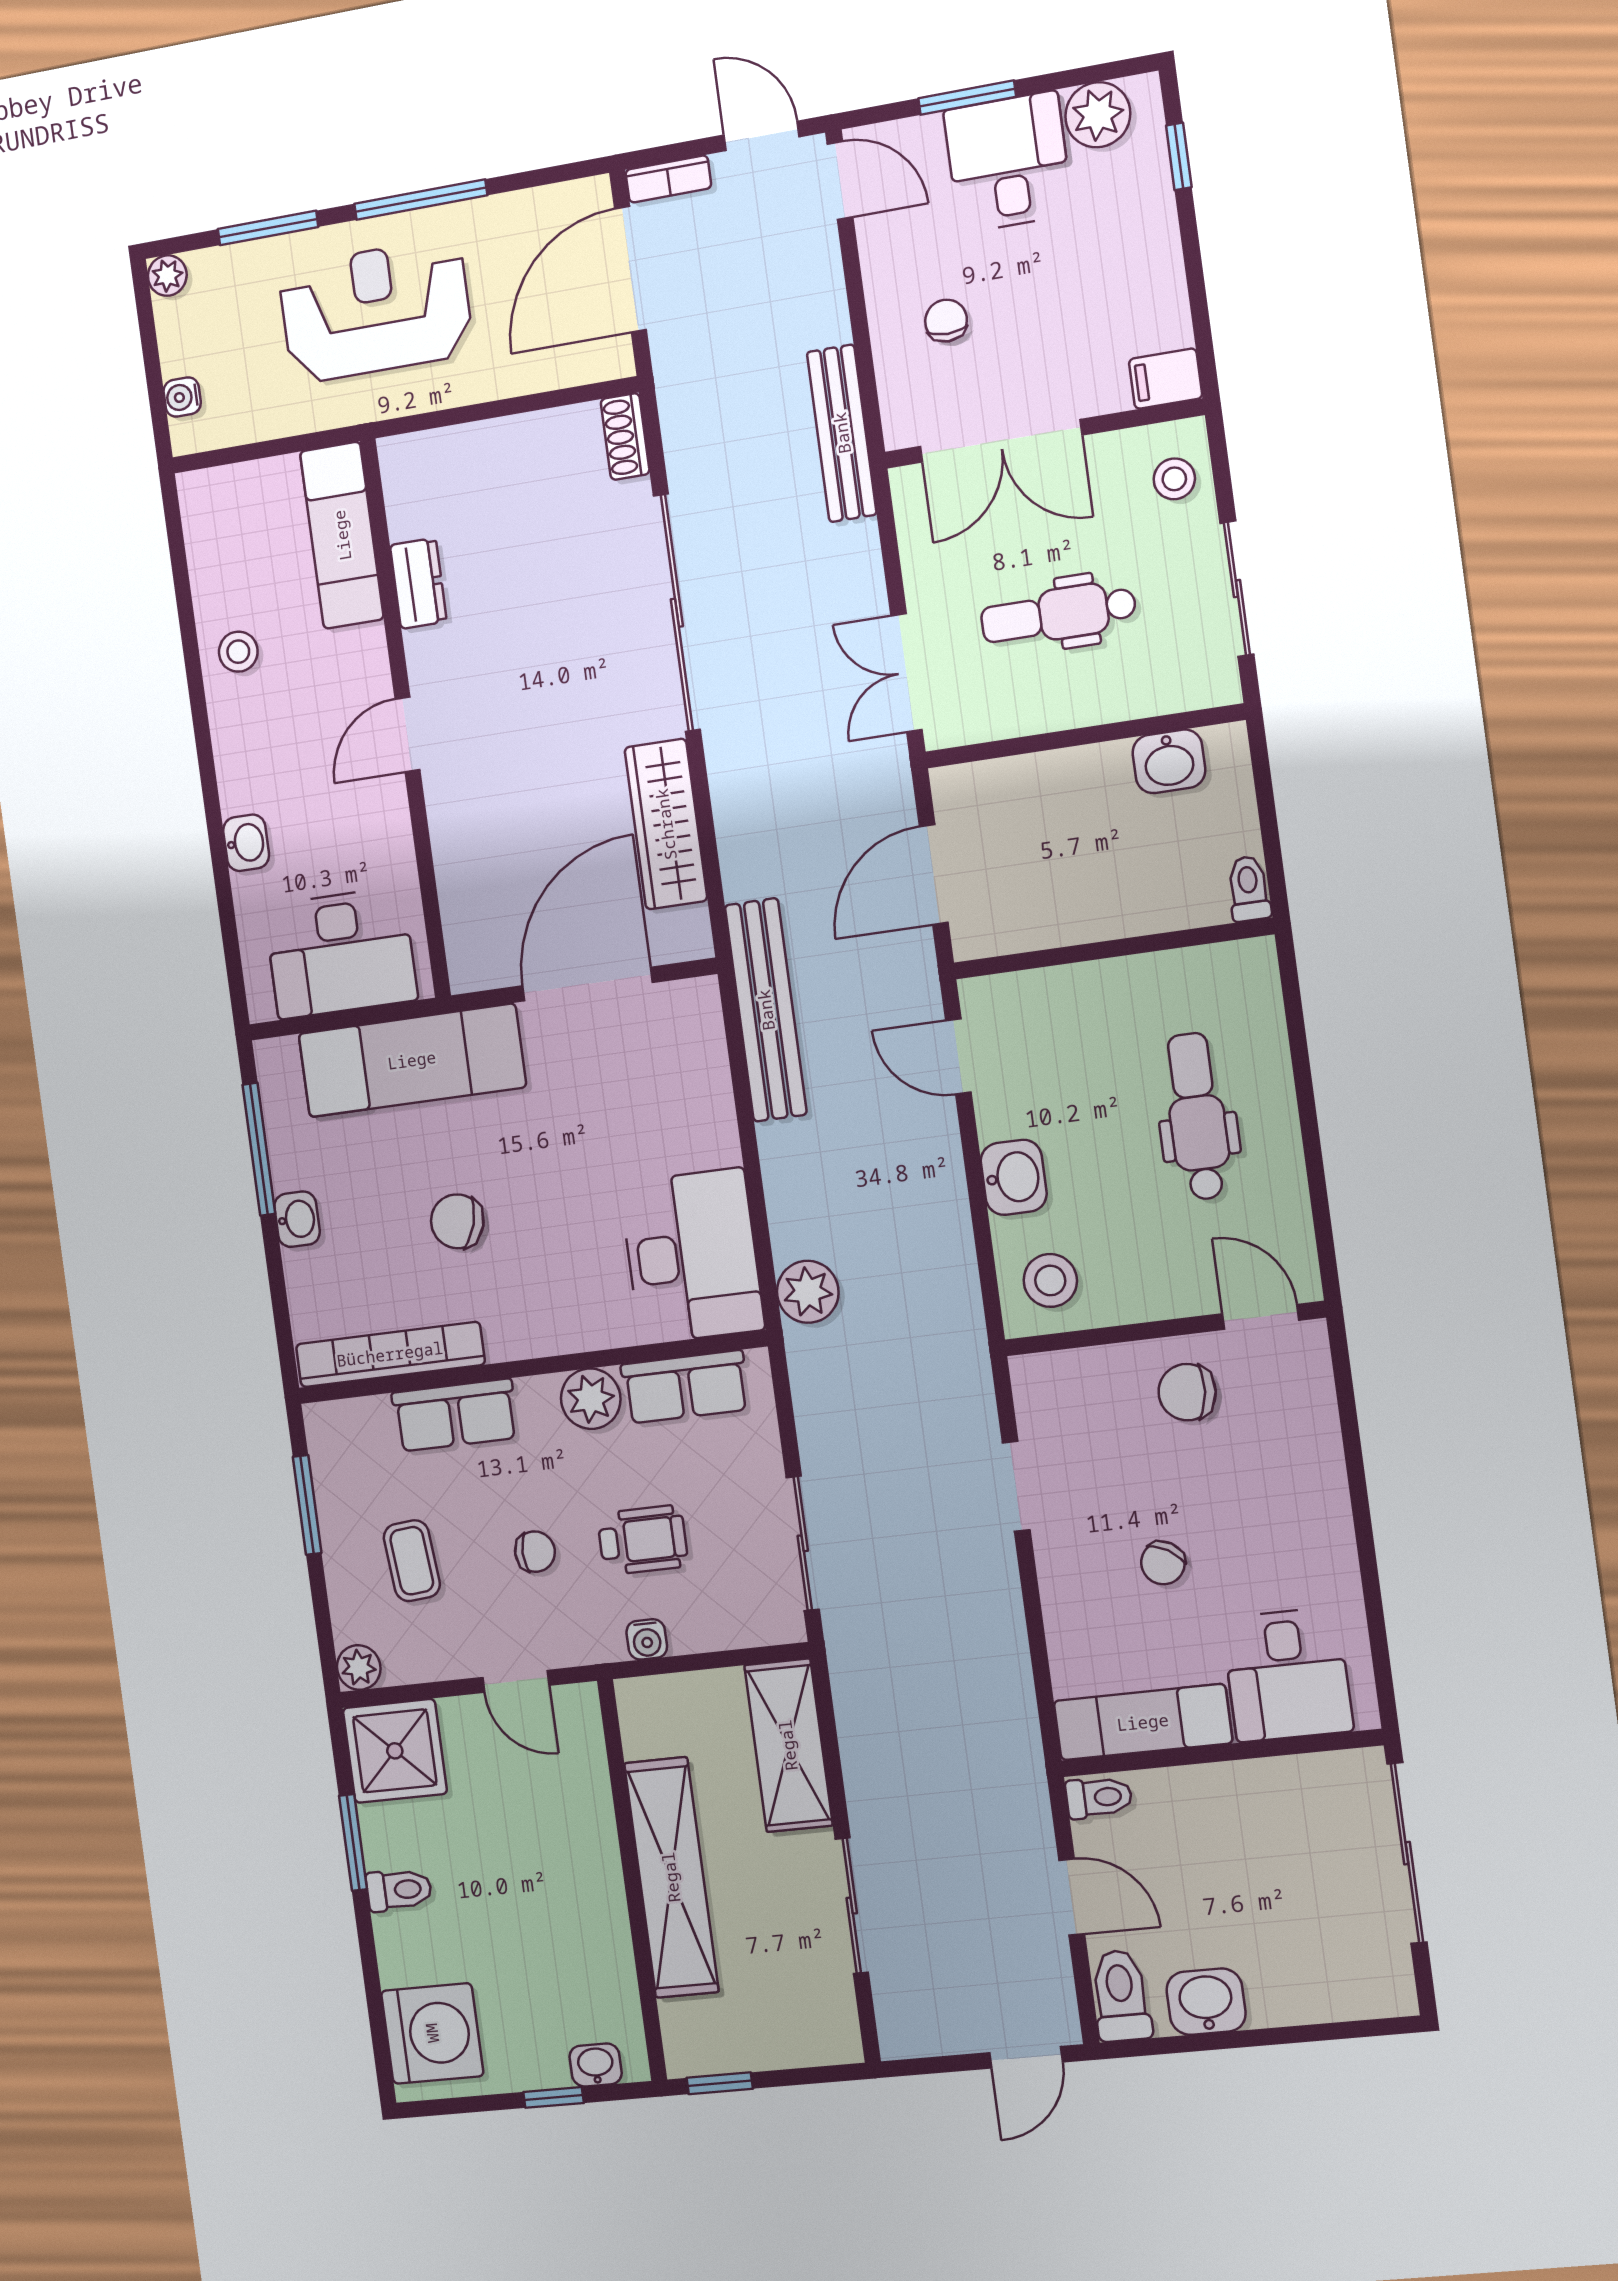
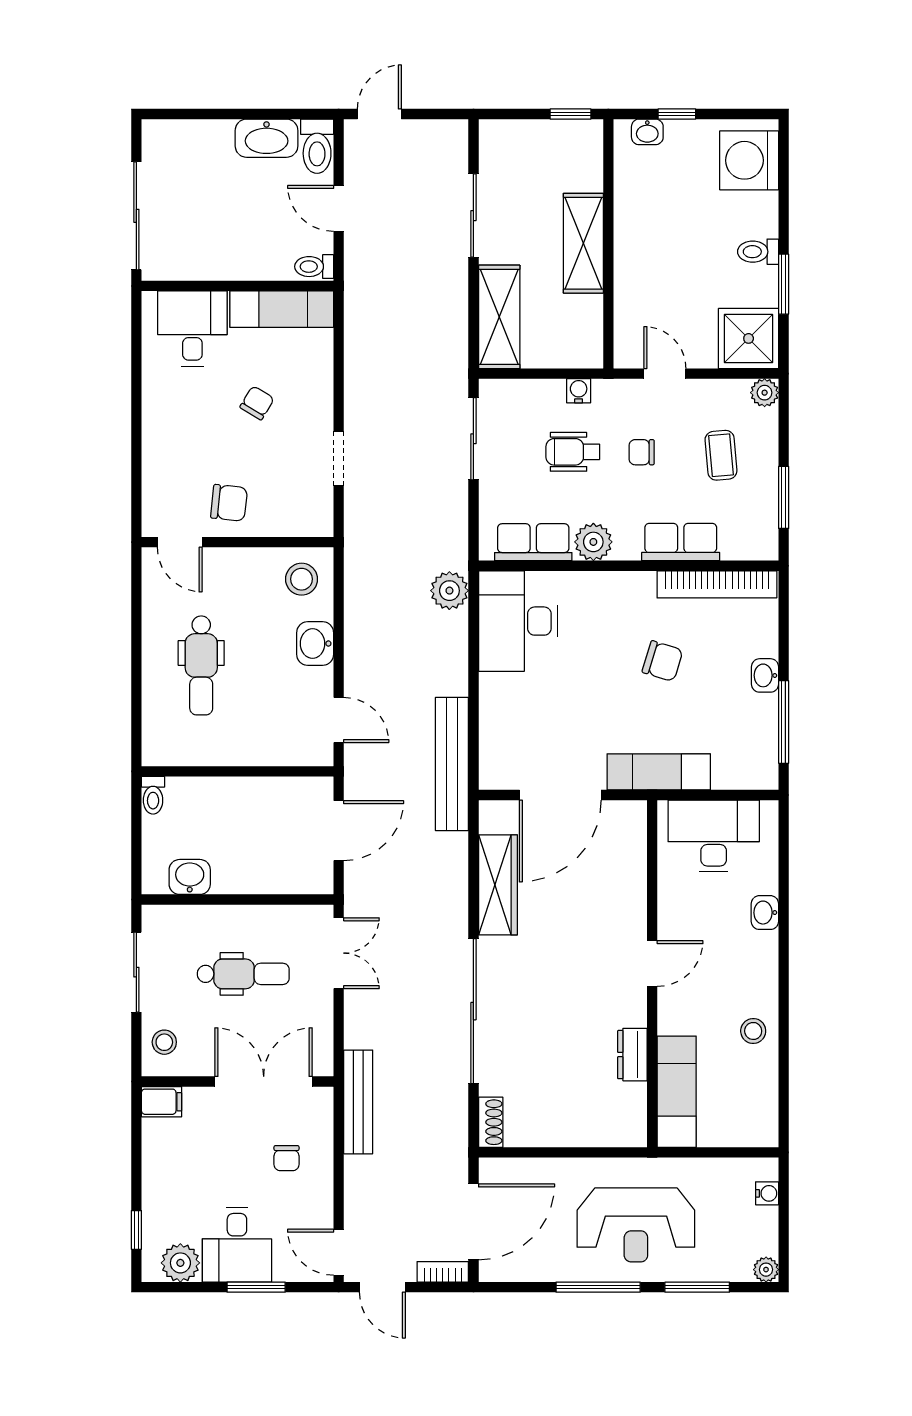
exam couch: (412, 1060) -> (659, 772), width x0.73, depth x0.69
shelving: (671, 1877) -> (583, 243), width x0.68
washbasin: (1206, 2002) -> (267, 138), width x1.38

